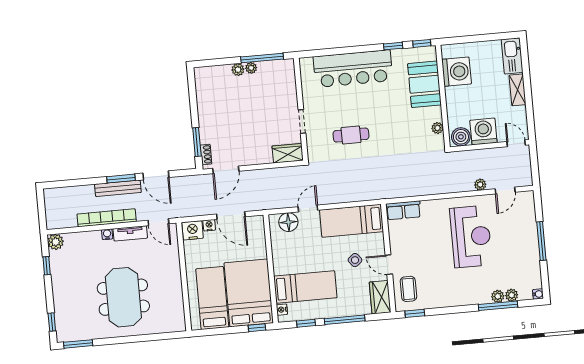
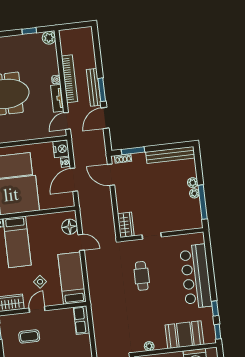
bench: (203, 96) -> (170, 155), added
coffee table: (408, 289) -> (29, 336), moved

